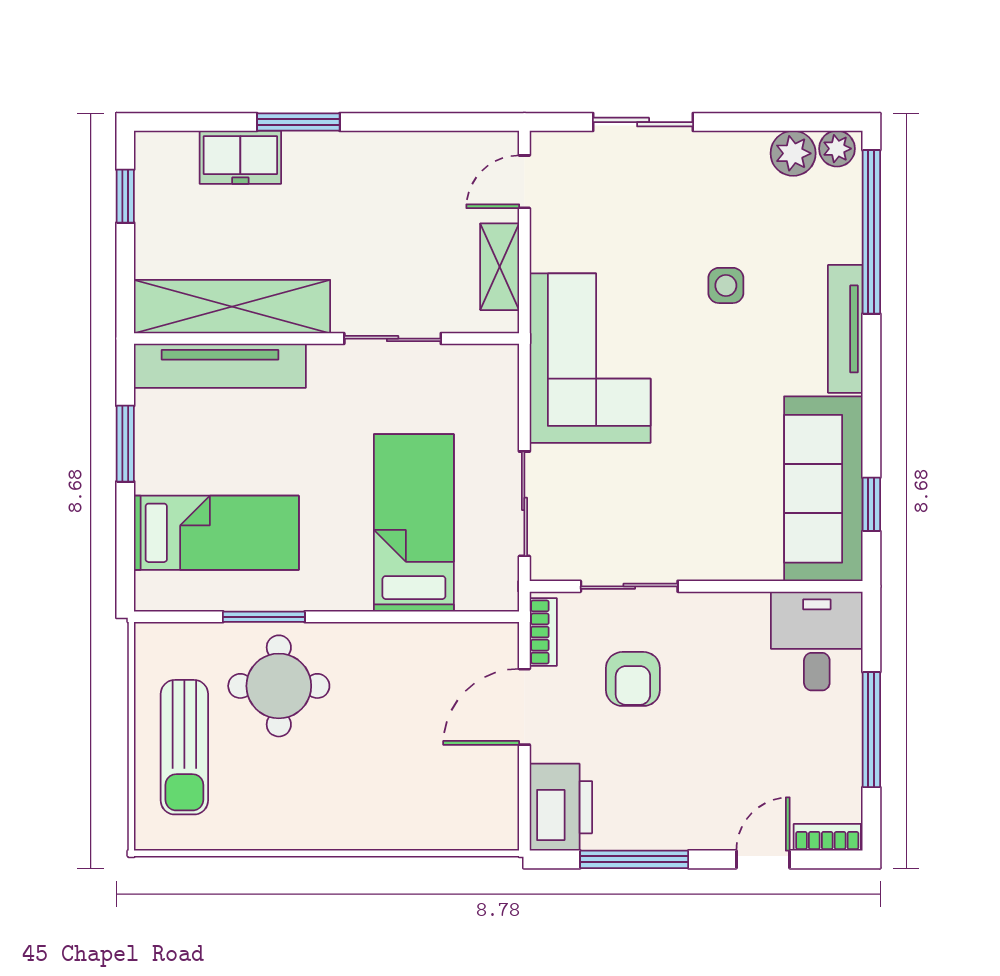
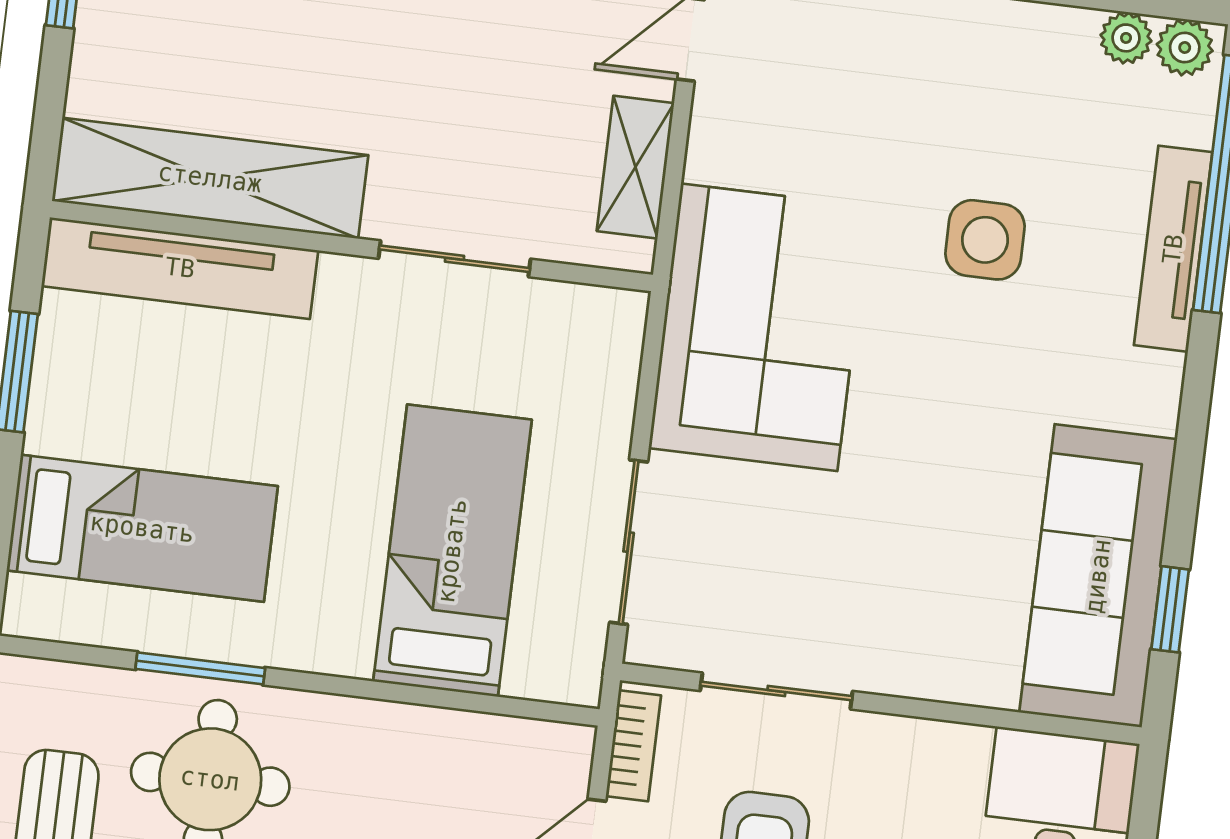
plant: (793, 153) -> (1126, 38), width x0.73, depth x0.73
side table: (726, 285) -> (985, 240), width x1.37, depth x1.37
tv unit: (845, 329) -> (1173, 249), moved

